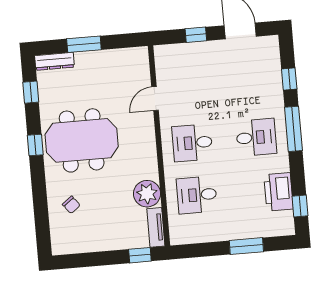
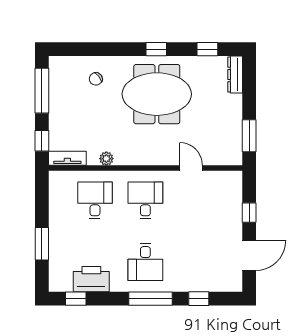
window: (84, 44) -> (249, 136), moved
meeting table: (82, 140) -> (157, 94), turned 90
plant: (147, 194) -> (106, 159), width x0.53, depth x0.53
window: (88, 260) -> (42, 91), added

